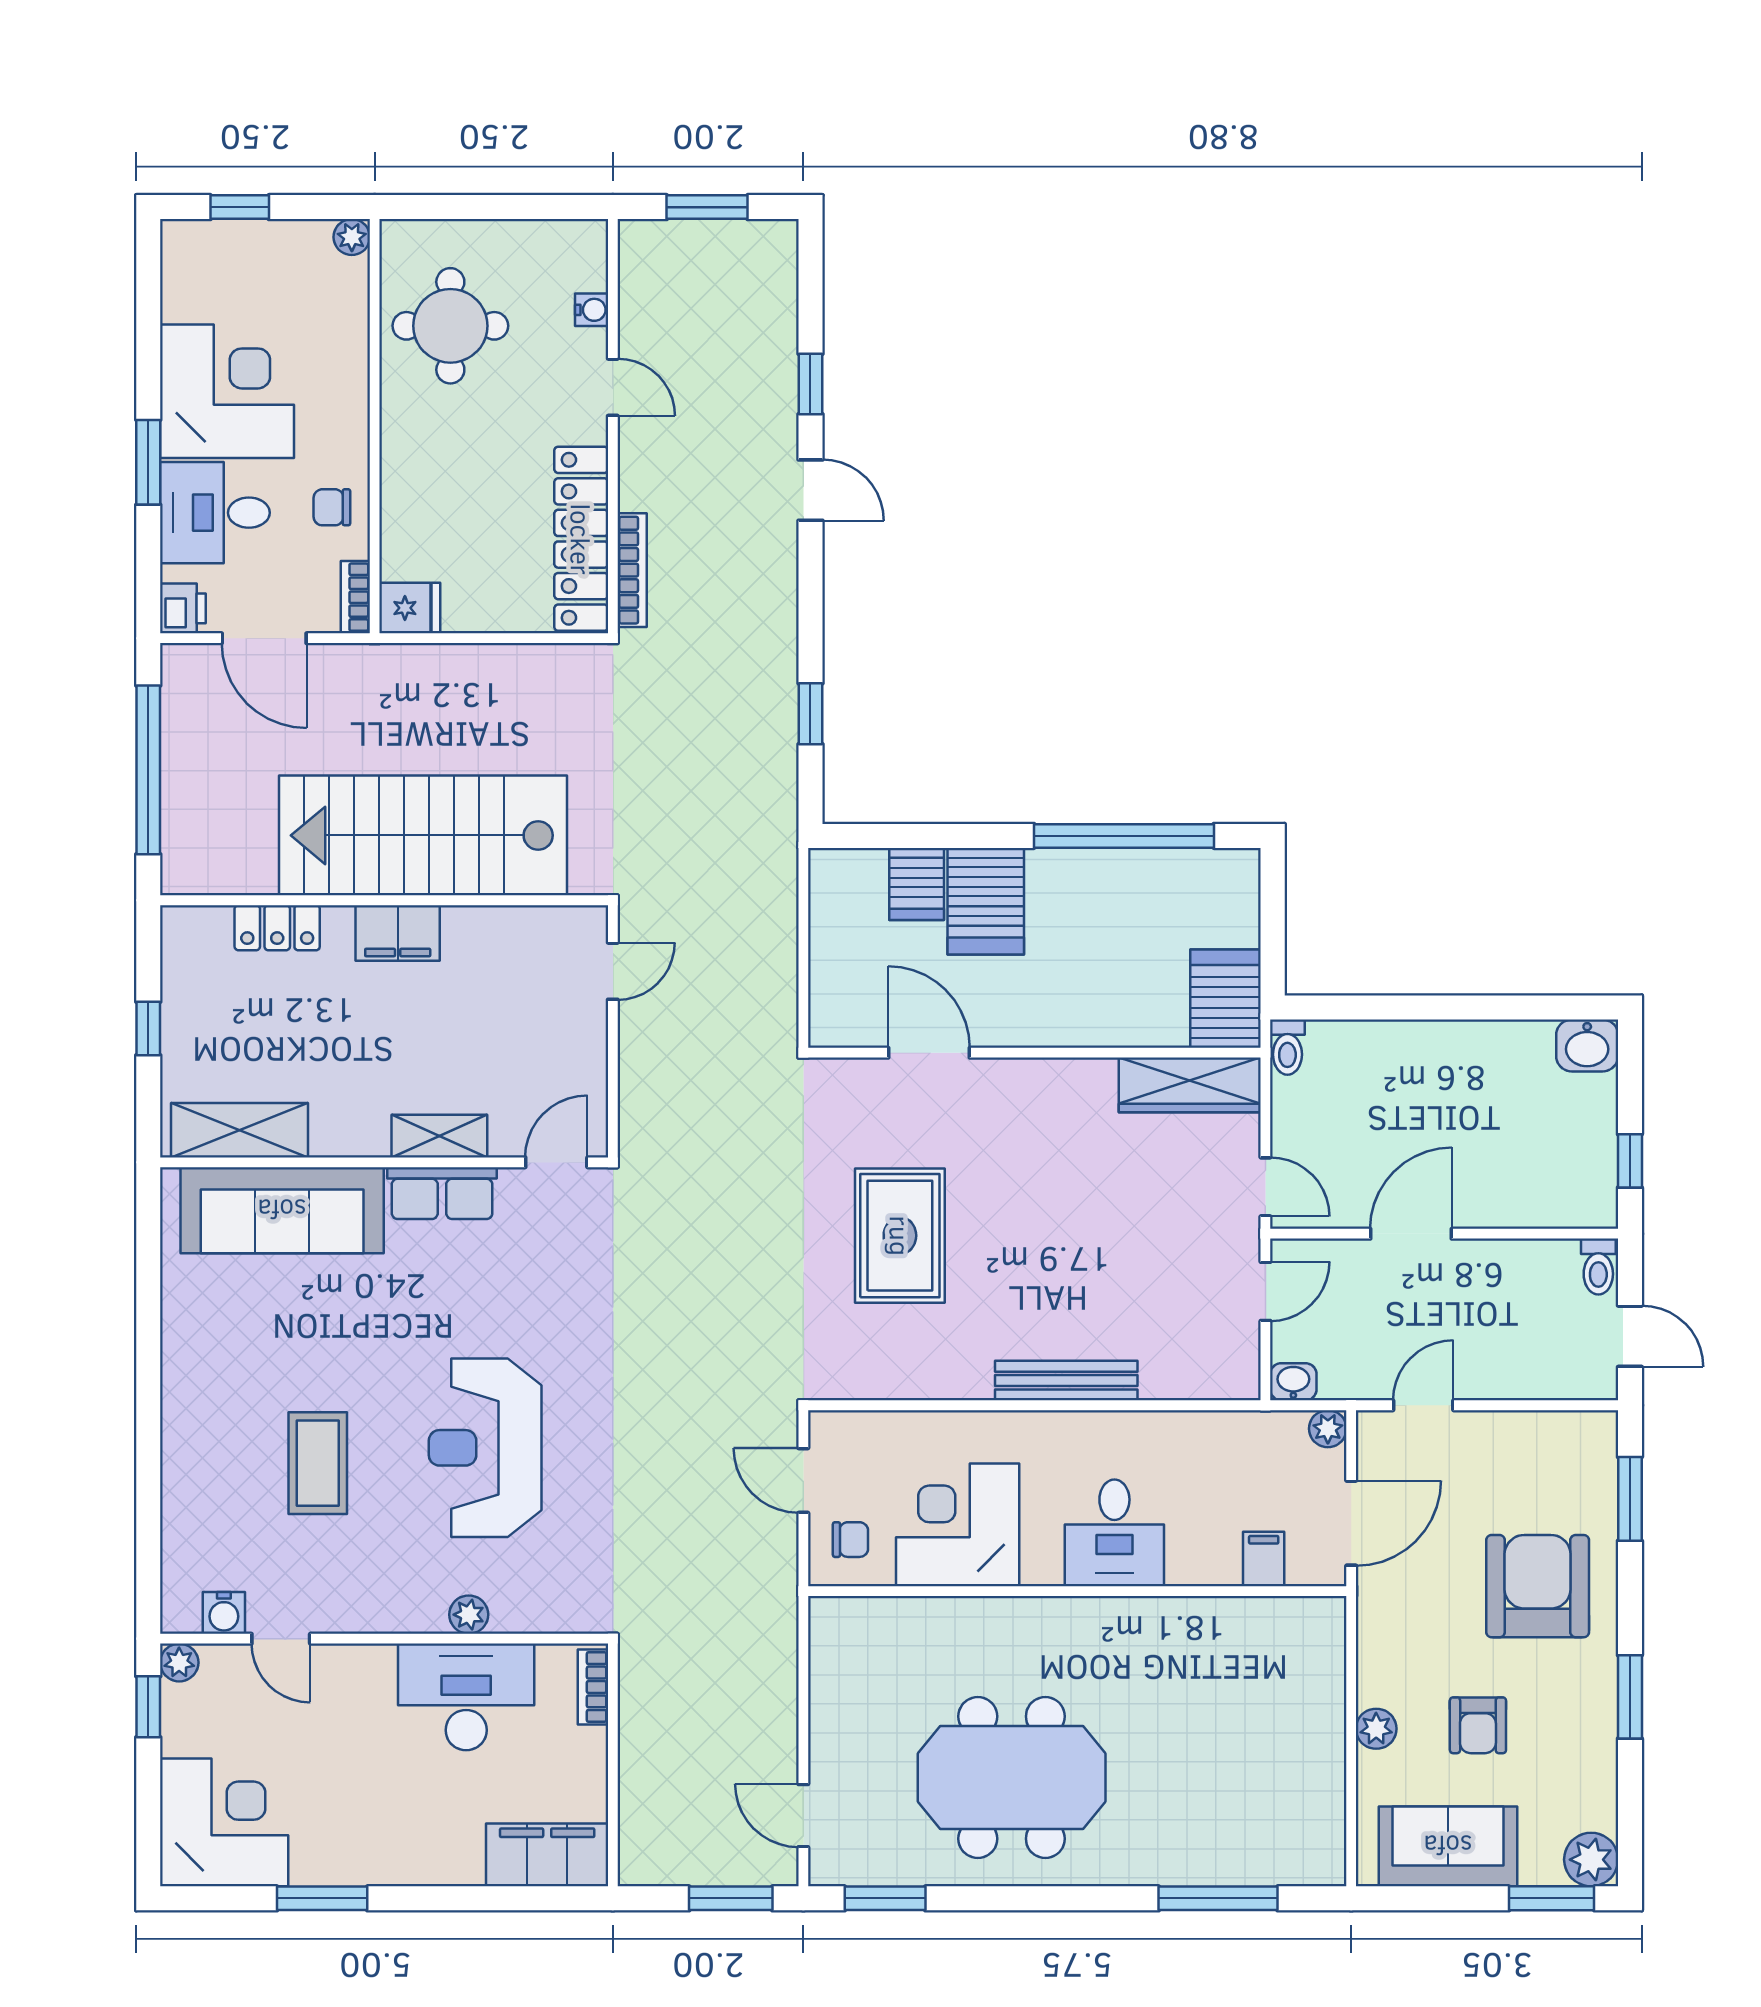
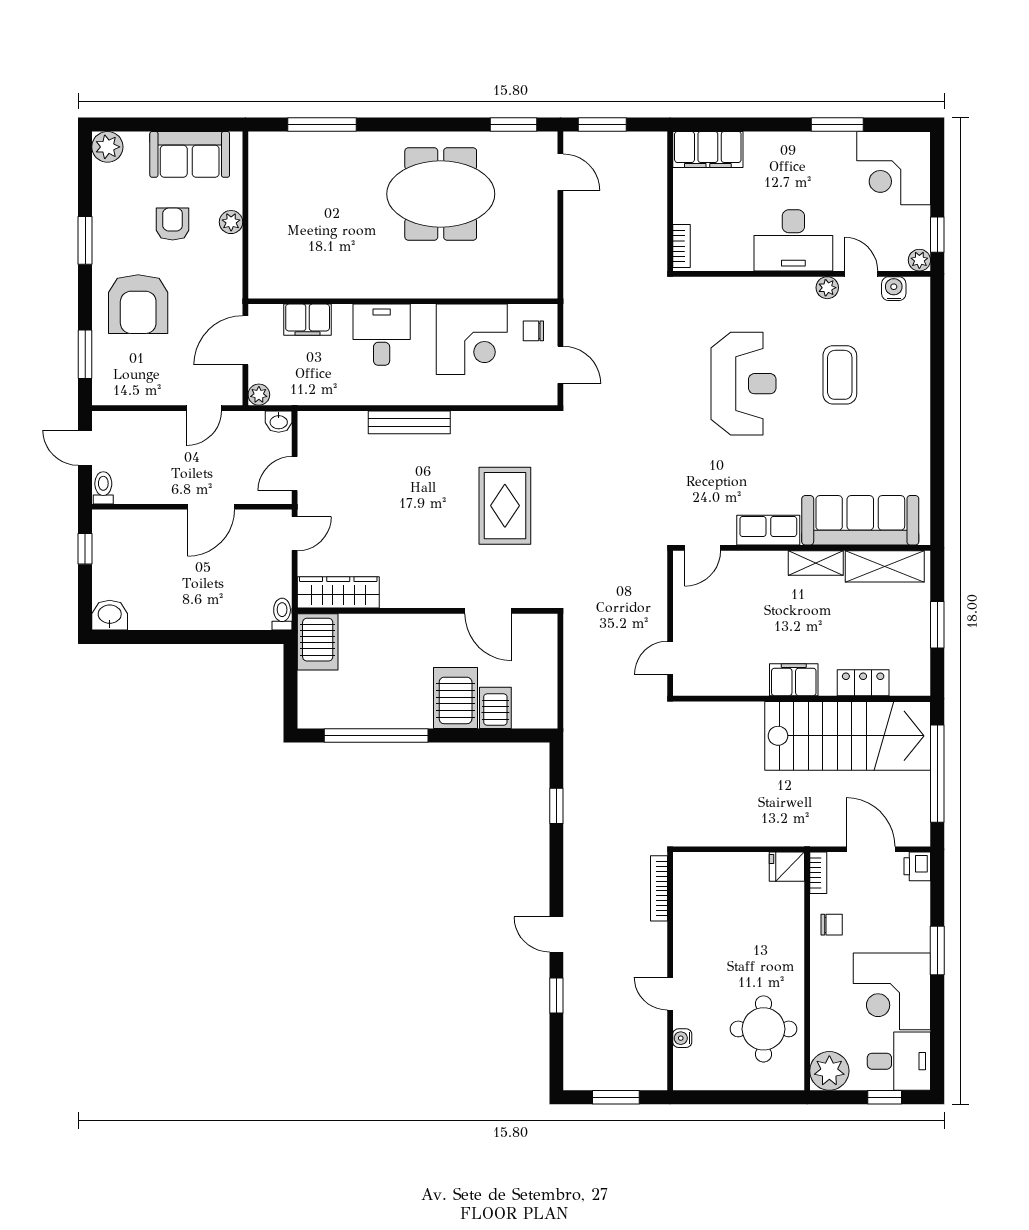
plant: (352, 237) -> (829, 1071), width x1.88, depth x1.88
desk: (215, 513) -> (899, 1061), moved
locker: (581, 539) -> (688, 906), removed
stairs: (423, 835) -> (848, 736), moved
window: (148, 1028) -> (937, 625), width x1.50
shelving: (439, 1136) -> (816, 563), moved
door: (1265, 1187) -> (295, 534), swing flipped
filing cabinet: (1264, 1559) -> (308, 320), width x2.00
plant: (469, 1615) -> (827, 288), moved
desk: (466, 1697) -> (793, 240), moved
window: (1552, 1898) -> (130, 125), removed

